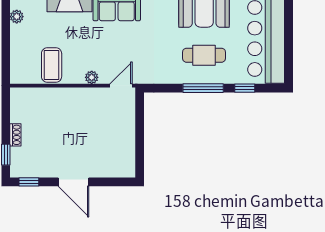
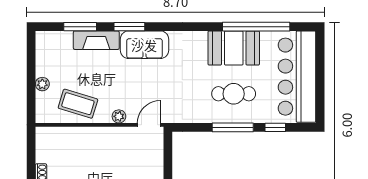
plant: (17, 17) -> (42, 84), moved
coffee table: (52, 65) -> (78, 104), turned -73

